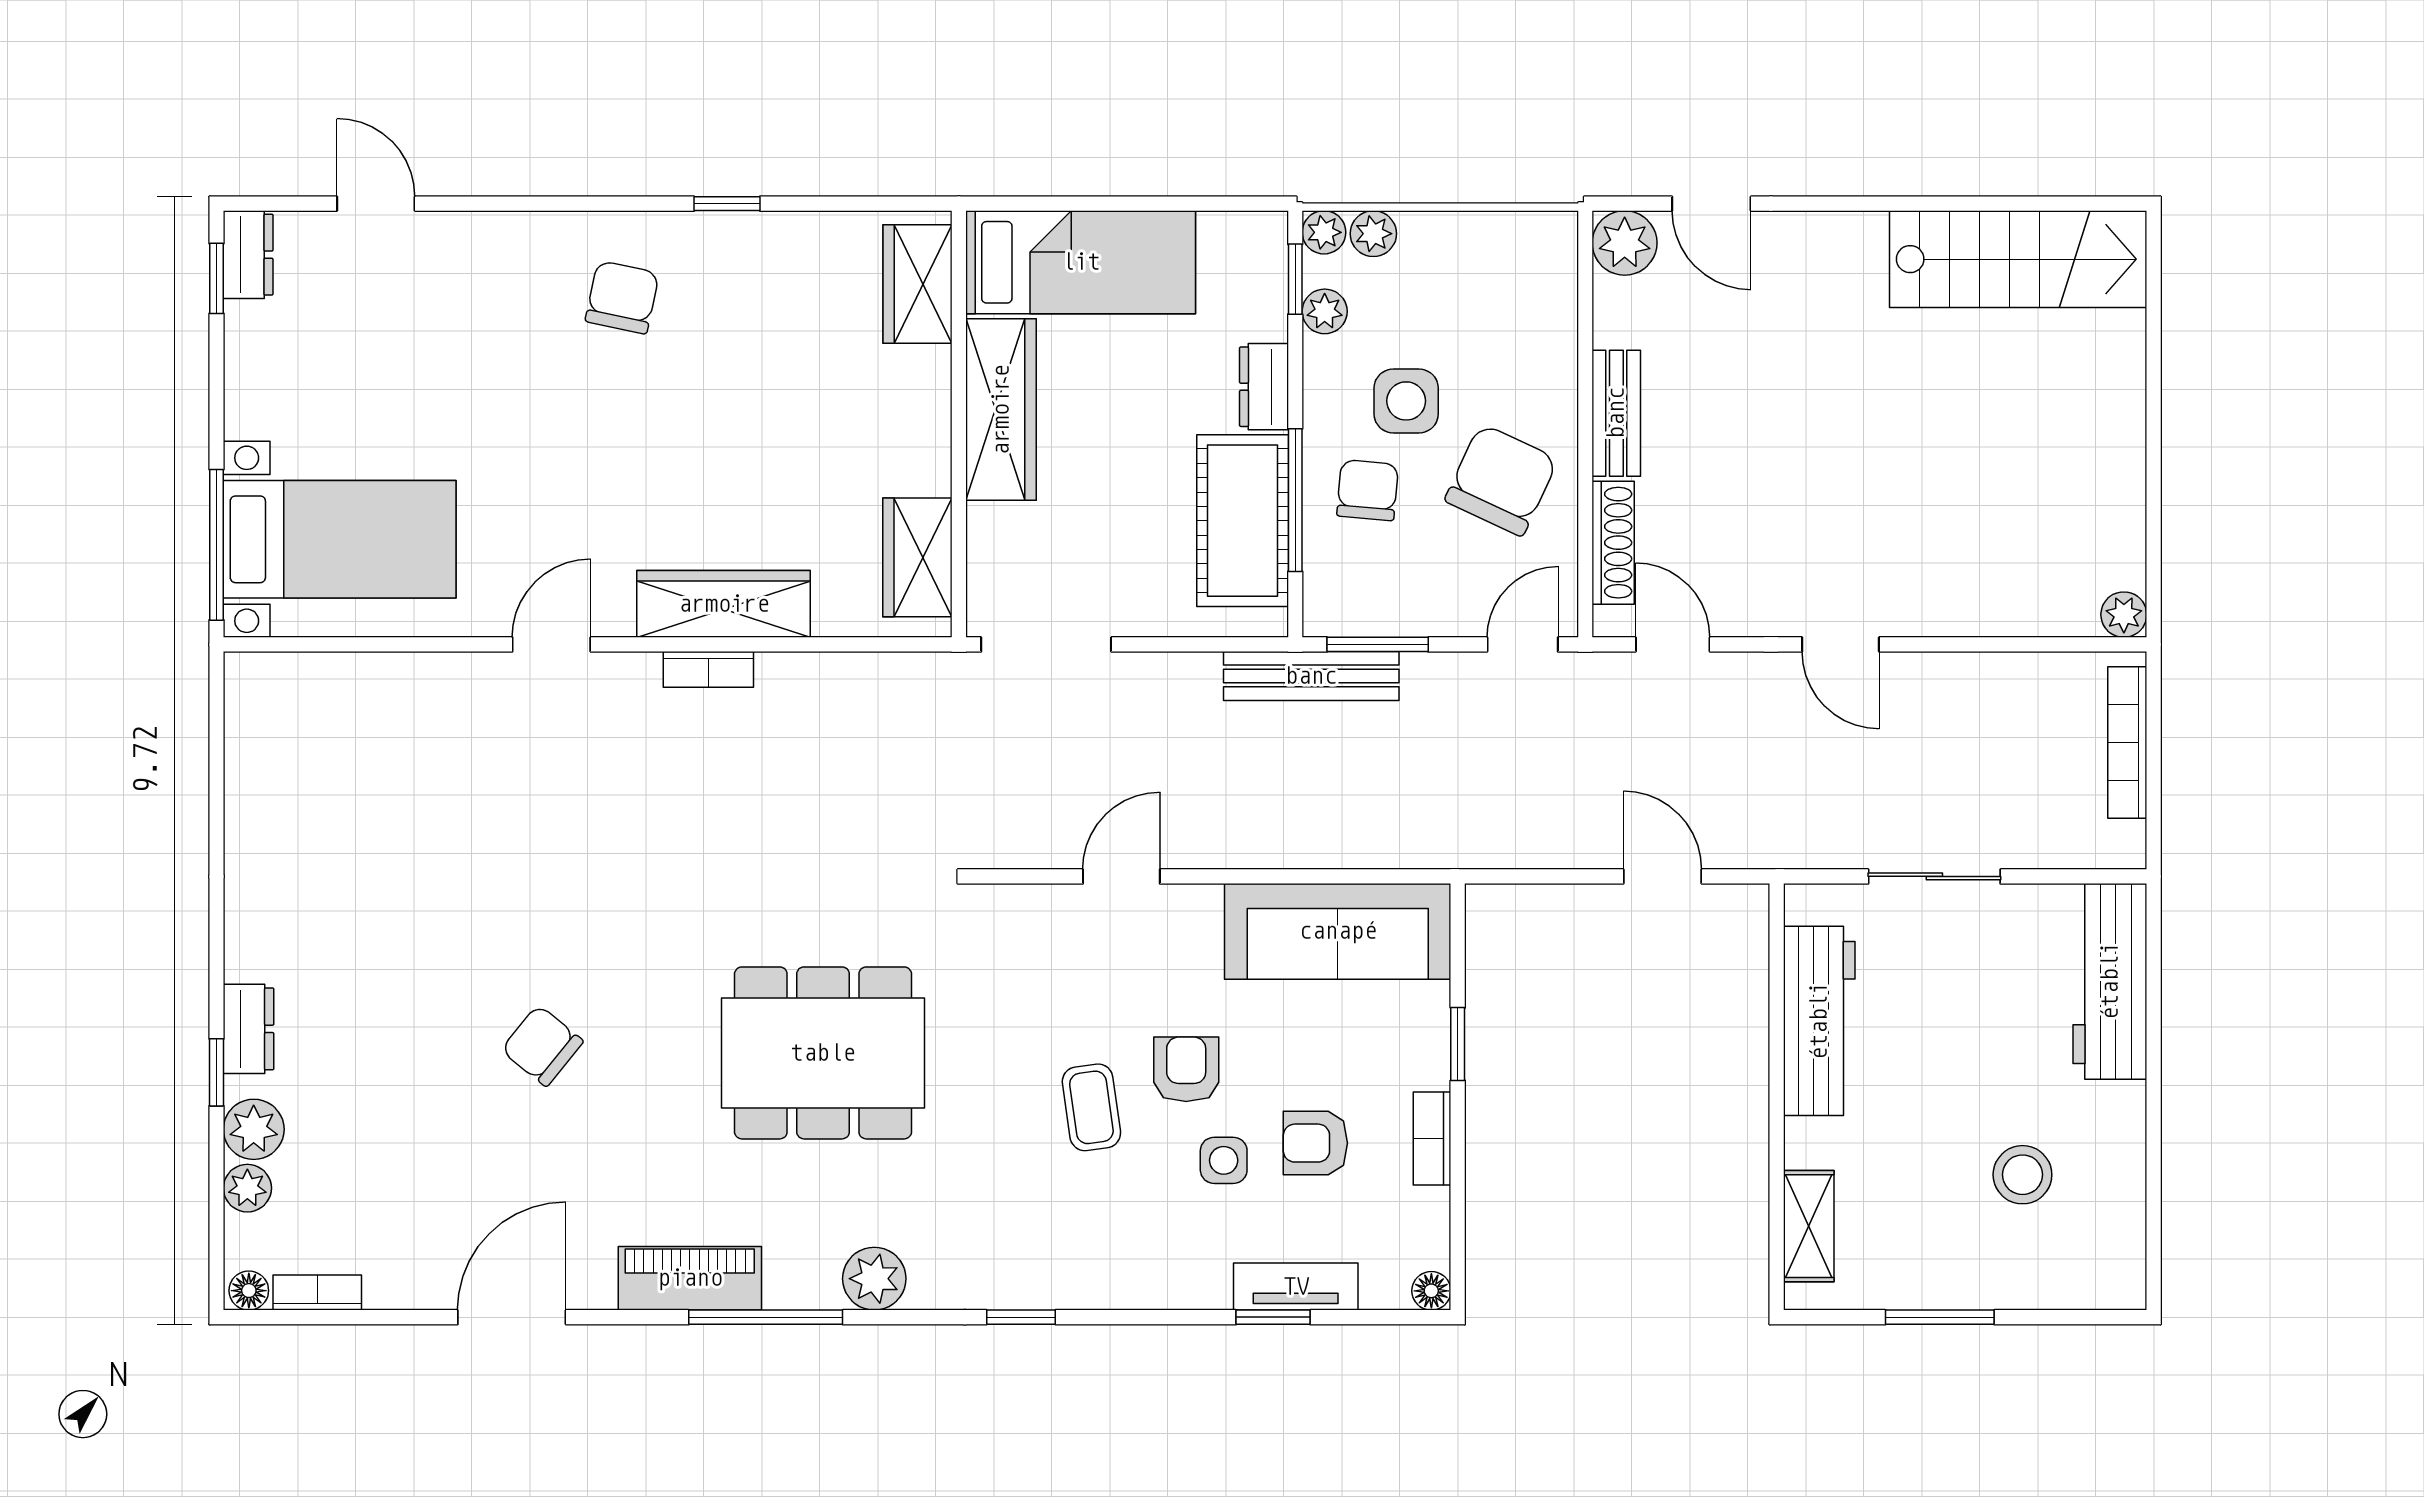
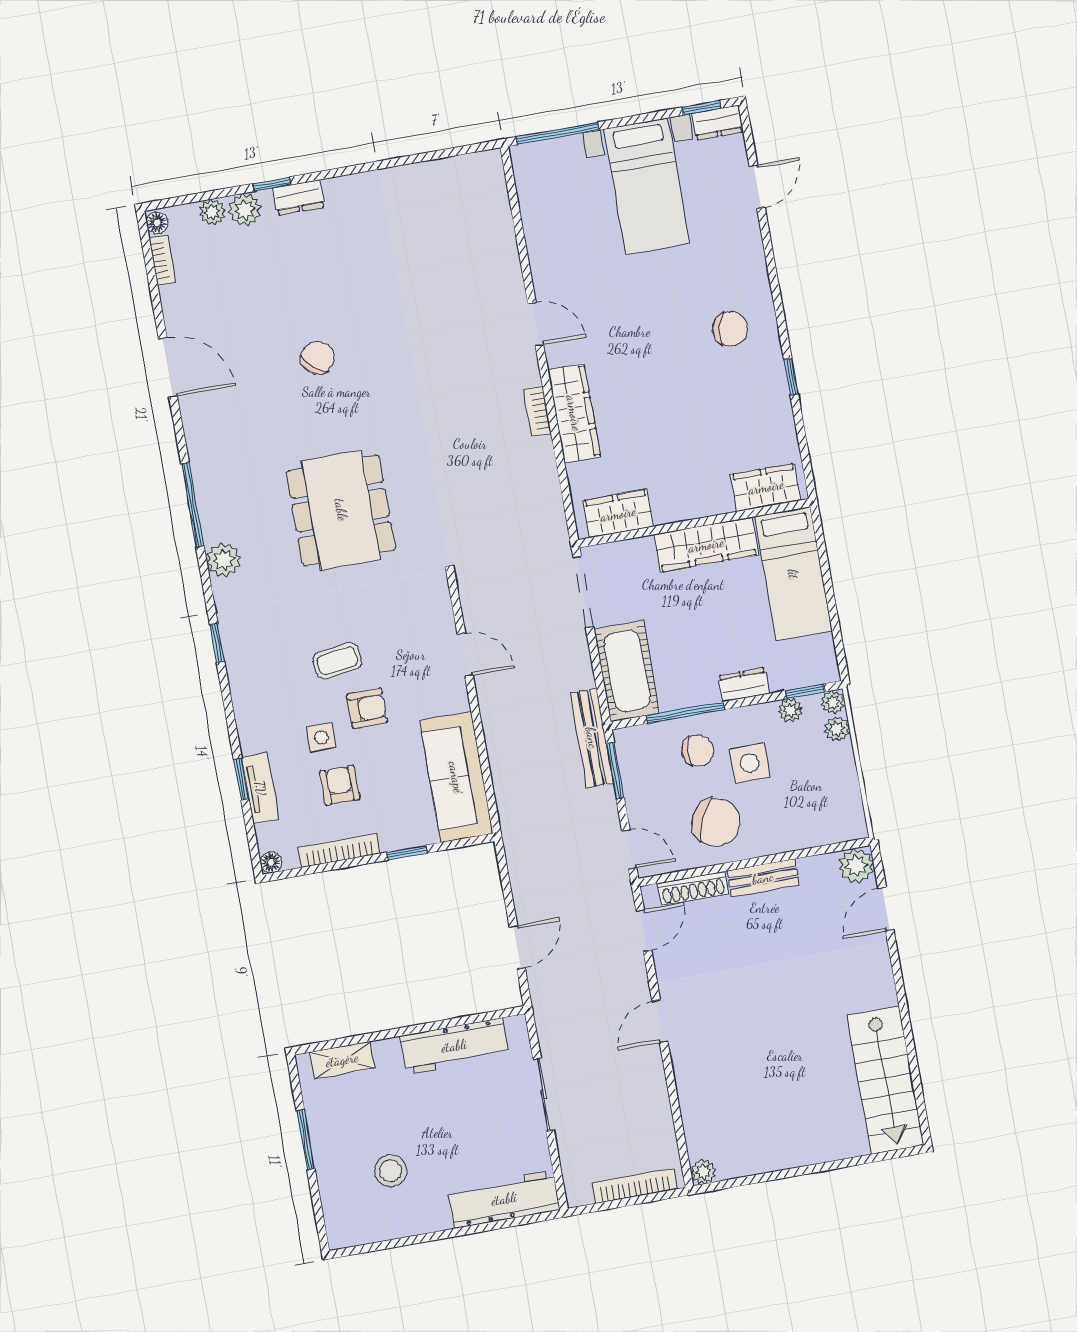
cot: (1243, 521) -> (627, 671), moved, turned 90
bed with nightstands: (340, 539) -> (647, 186), moved
bookcase: (1432, 1138) -> (339, 850), width x1.56
piano: (690, 1278) -> (206, 460), removed

